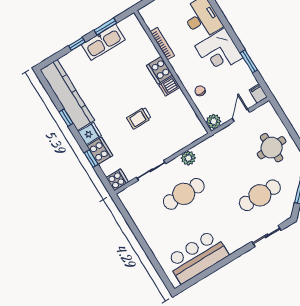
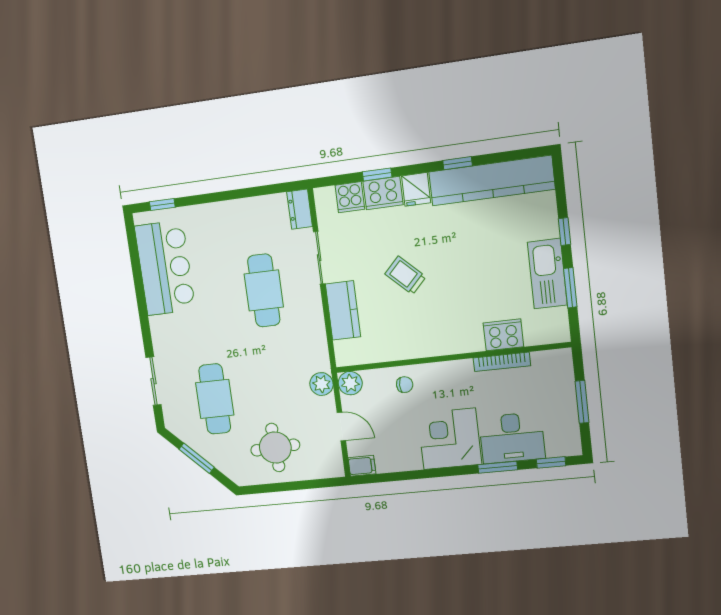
window: (249, 61) -> (498, 467), moved
cooker: (160, 70) -> (503, 335), moved
dishwasher: (169, 86) -> (432, 343), removed
trolley: (139, 118) -> (405, 275), turned -46
kitchen counter: (174, 144) -> (343, 310), added
plant: (188, 158) -> (321, 384), moved
cooker: (117, 180) -> (350, 197), moved
dresser: (129, 193) -> (300, 209), added
window: (162, 273) -> (162, 204), added

